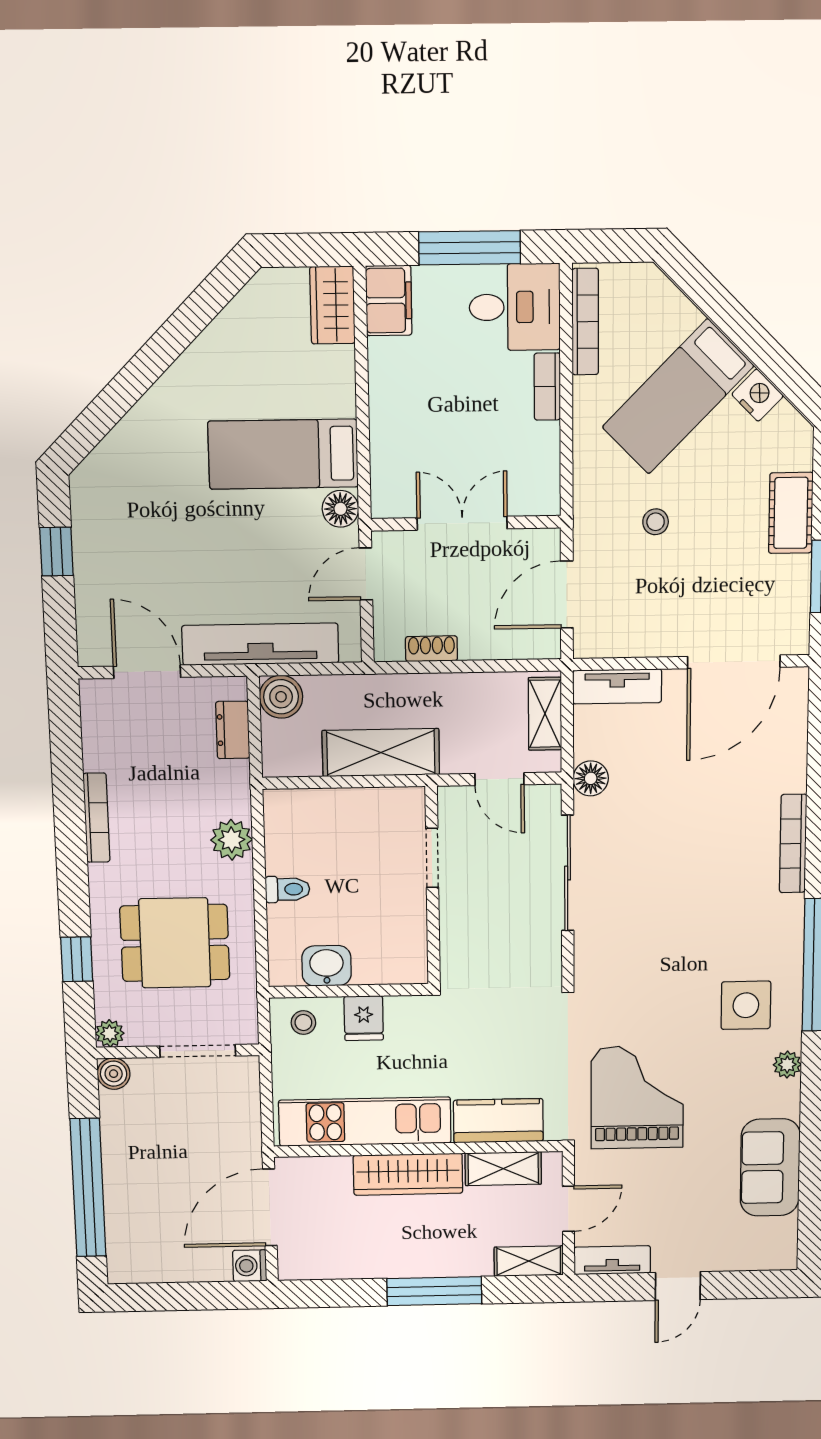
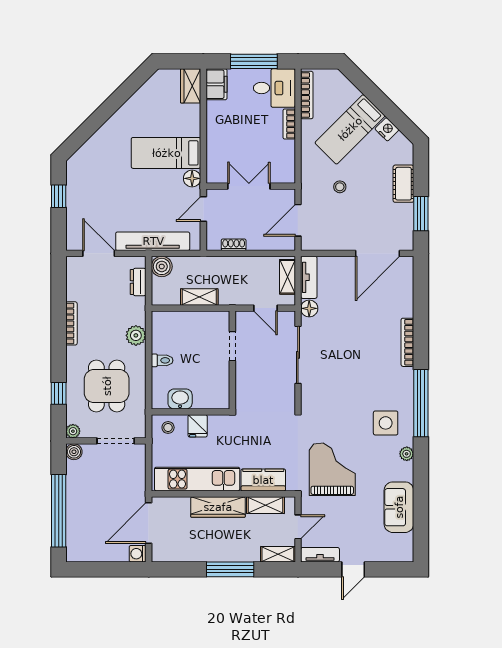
tv unit: (617, 686) -> (309, 277), moved, turned -90
shelving: (381, 753) -> (199, 297), width x0.67, depth x0.75
dining table: (175, 943) -> (107, 386), turned 90

